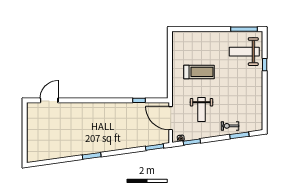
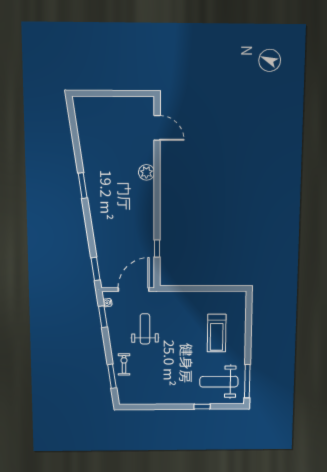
weight bench: (244, 52) -> (219, 382), turned -90
treadmill: (199, 72) -> (217, 333), moved
plant: (82, 108) -> (146, 172), added
weight bench: (202, 110) -> (145, 329), turned 90

